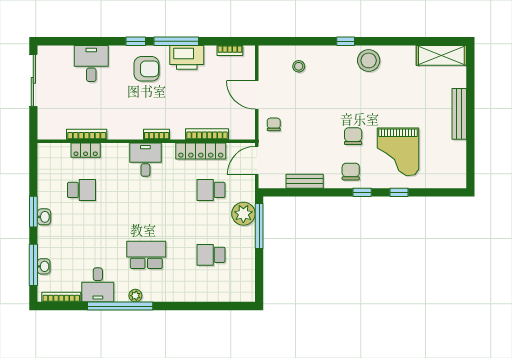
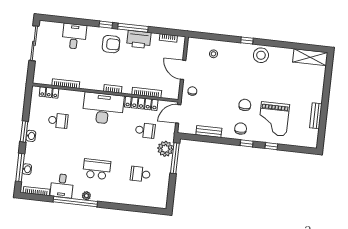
bench: (459, 114) -> (316, 116), moved, width x0.73
locker: (86, 150) -> (49, 92), moved
desk: (145, 160) -> (103, 108), width x1.87, depth x1.30
school desk: (211, 190) -> (145, 130), turned 180

